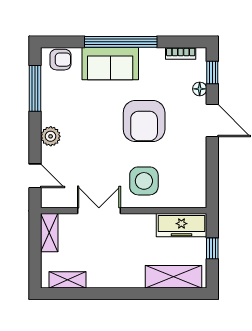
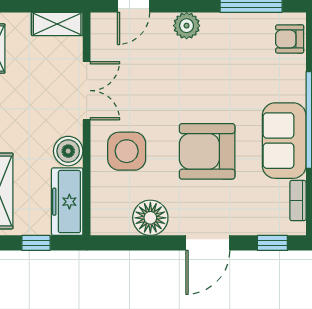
armchair: (60, 60) -> (290, 39), turned 90
sofa: (110, 64) -> (284, 141), moved
floor lamp: (200, 89) -> (150, 218), moved, width x1.89, depth x1.89
boiler: (144, 224) -> (68, 151), added

